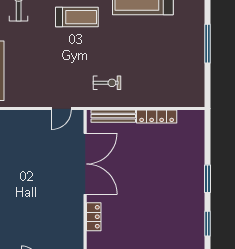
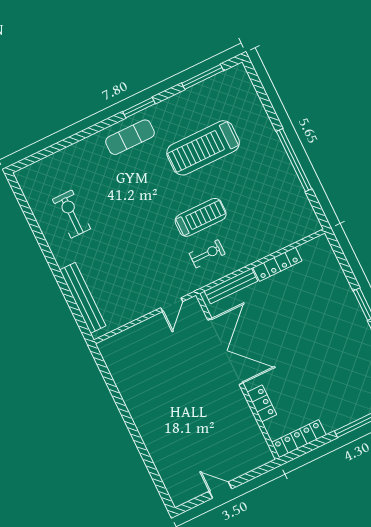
treadmill: (77, 17) -> (201, 217), moved
window: (208, 44) -> (294, 160), width x1.46

